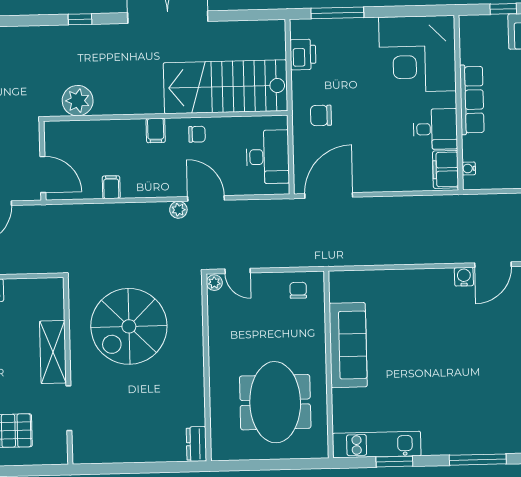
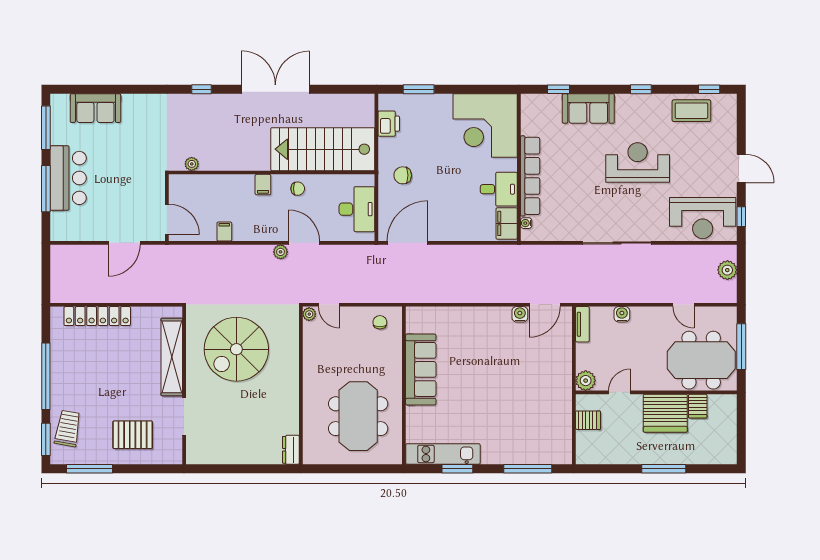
window: (337, 13) -> (419, 89), width x0.69
row of seats: (472, 100) -> (530, 176), width x1.36
plant: (78, 101) -> (192, 164), width x0.53, depth x0.53
shelving: (53, 352) -> (172, 357), width x1.47

